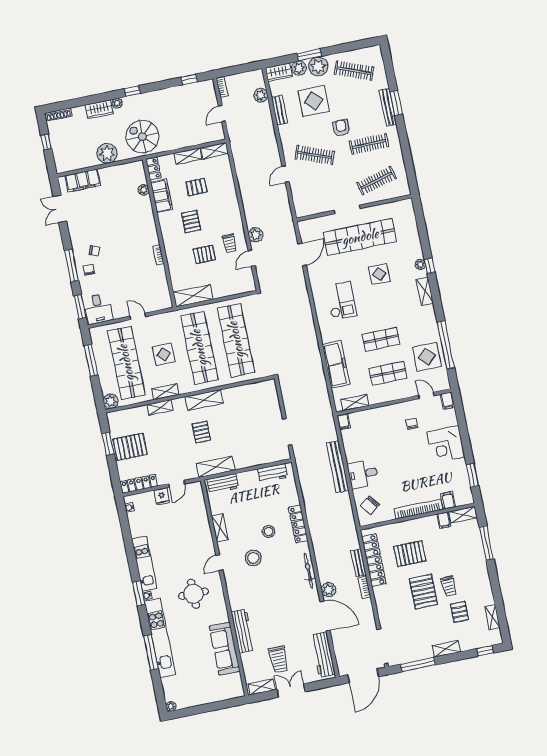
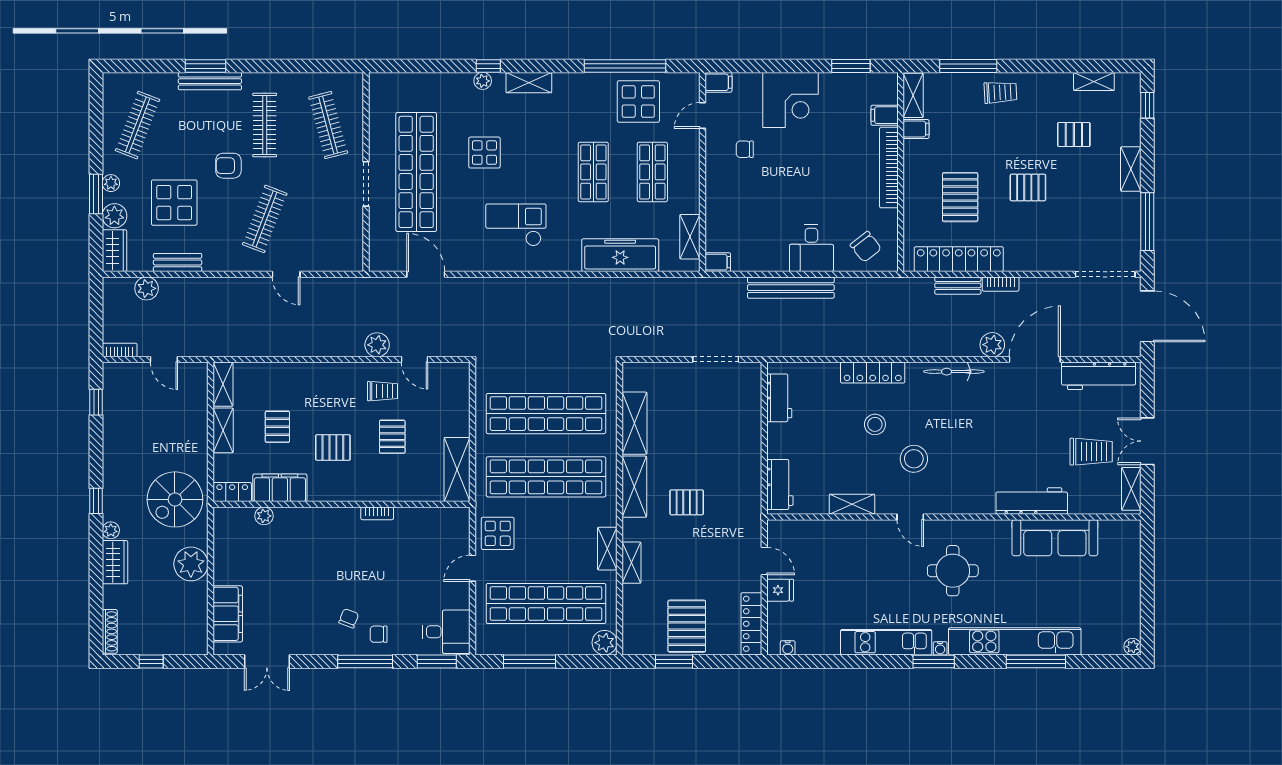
plant: (318, 66) -> (111, 183), width x0.53, depth x0.53
display table: (164, 354) -> (498, 533), moved
shelving: (216, 467) -> (634, 423), moved
trolley: (449, 586) -> (1000, 92), moved
pallet: (423, 592) -> (1028, 187), width x0.67, depth x0.71

